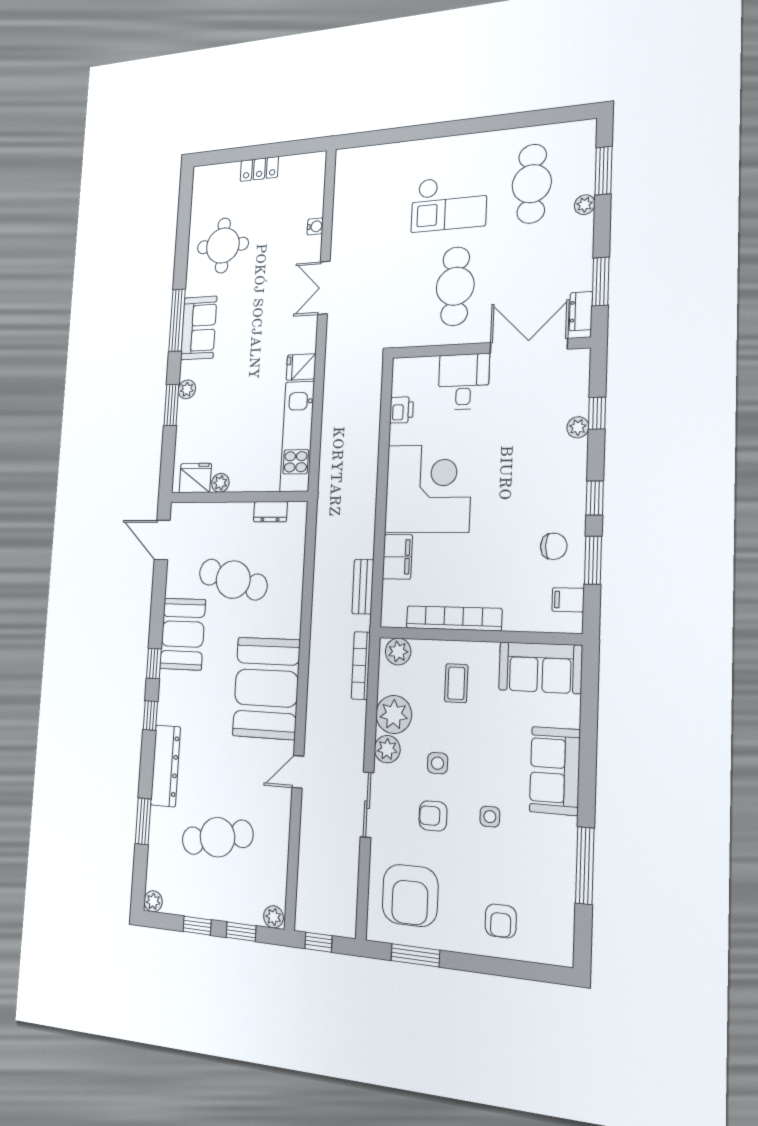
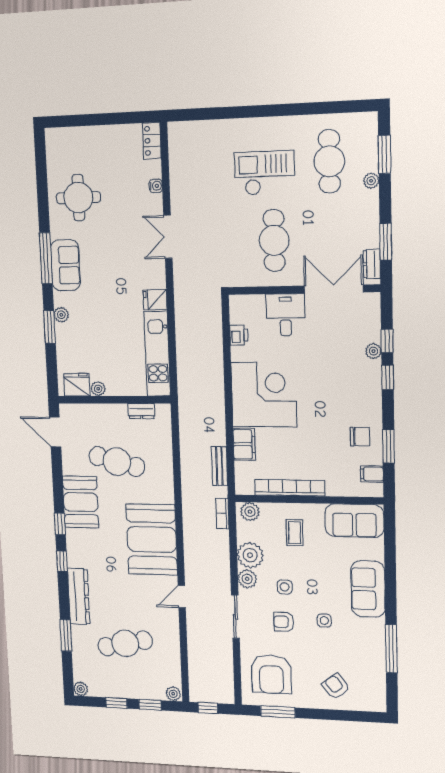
locker: (259, 169) -> (152, 141), moved, turned 90
checkout: (449, 203) -> (264, 173), turned 180
window: (595, 498) -> (388, 377), moved
bookcase: (361, 666) -> (222, 513), width x0.64
armchair: (501, 921) -> (336, 687), turned 142

